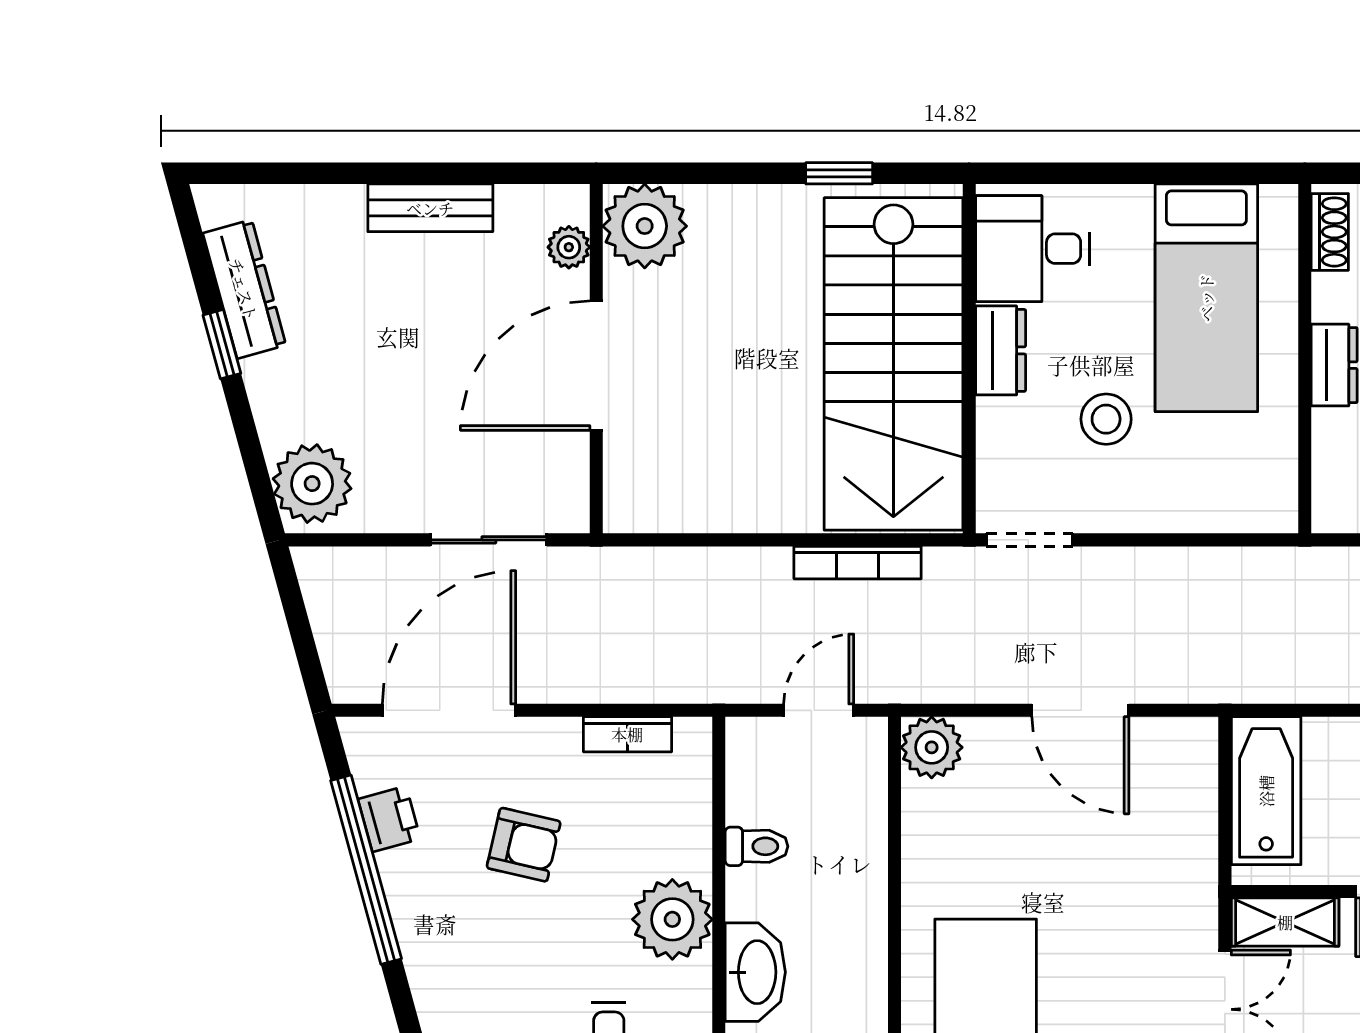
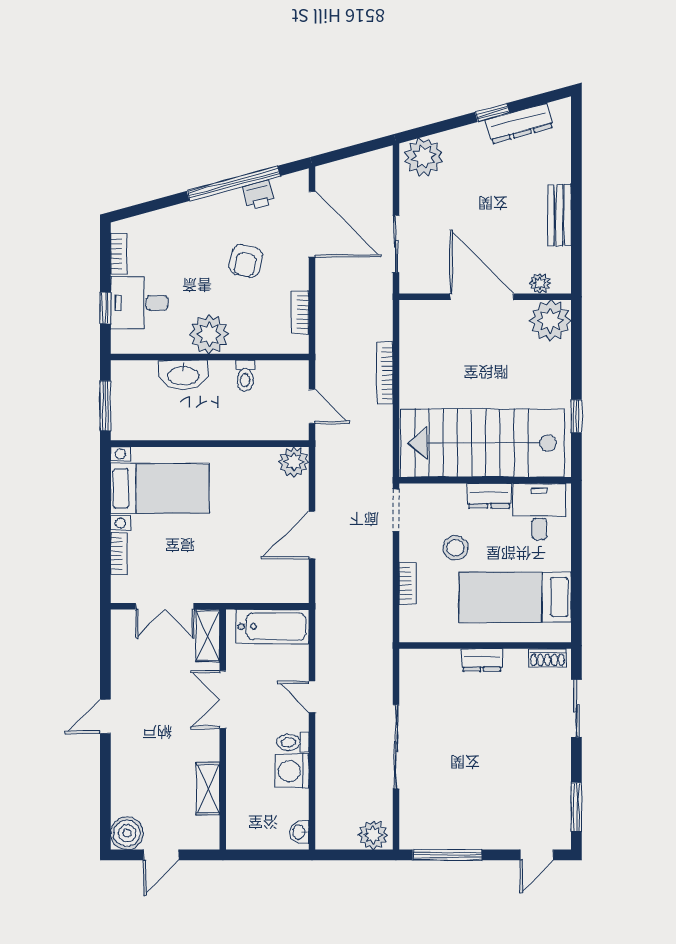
bookcase: (1178, 516) -> (408, 583), added
bookcase: (858, 563) -> (385, 373), moved

